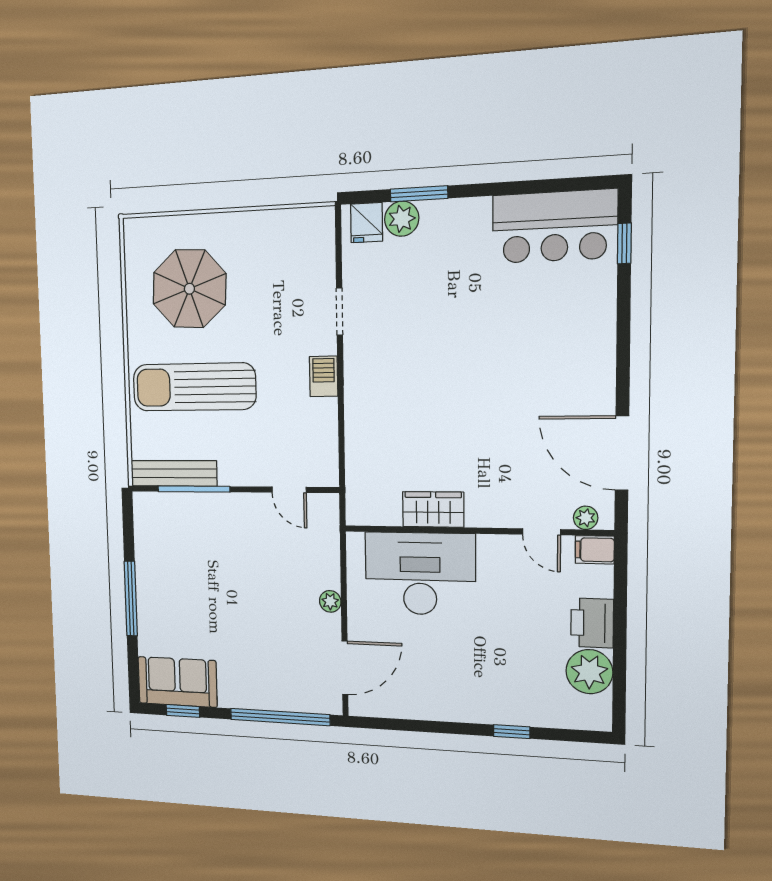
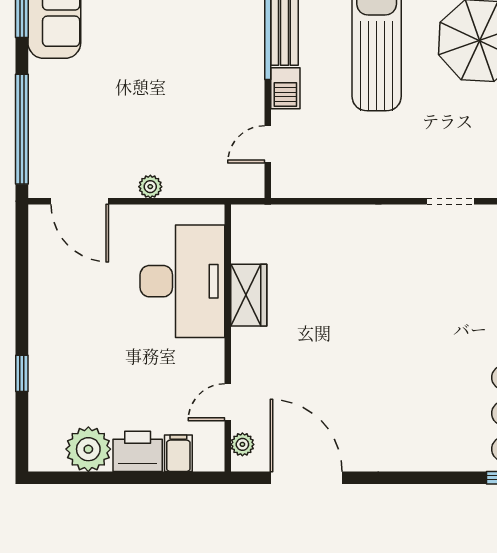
barbecue: (324, 376) -> (285, 88), moved, turned 90
door: (622, 453) -> (306, 478), hinge flipped
filing cabinet: (595, 550) -> (178, 453), moved

